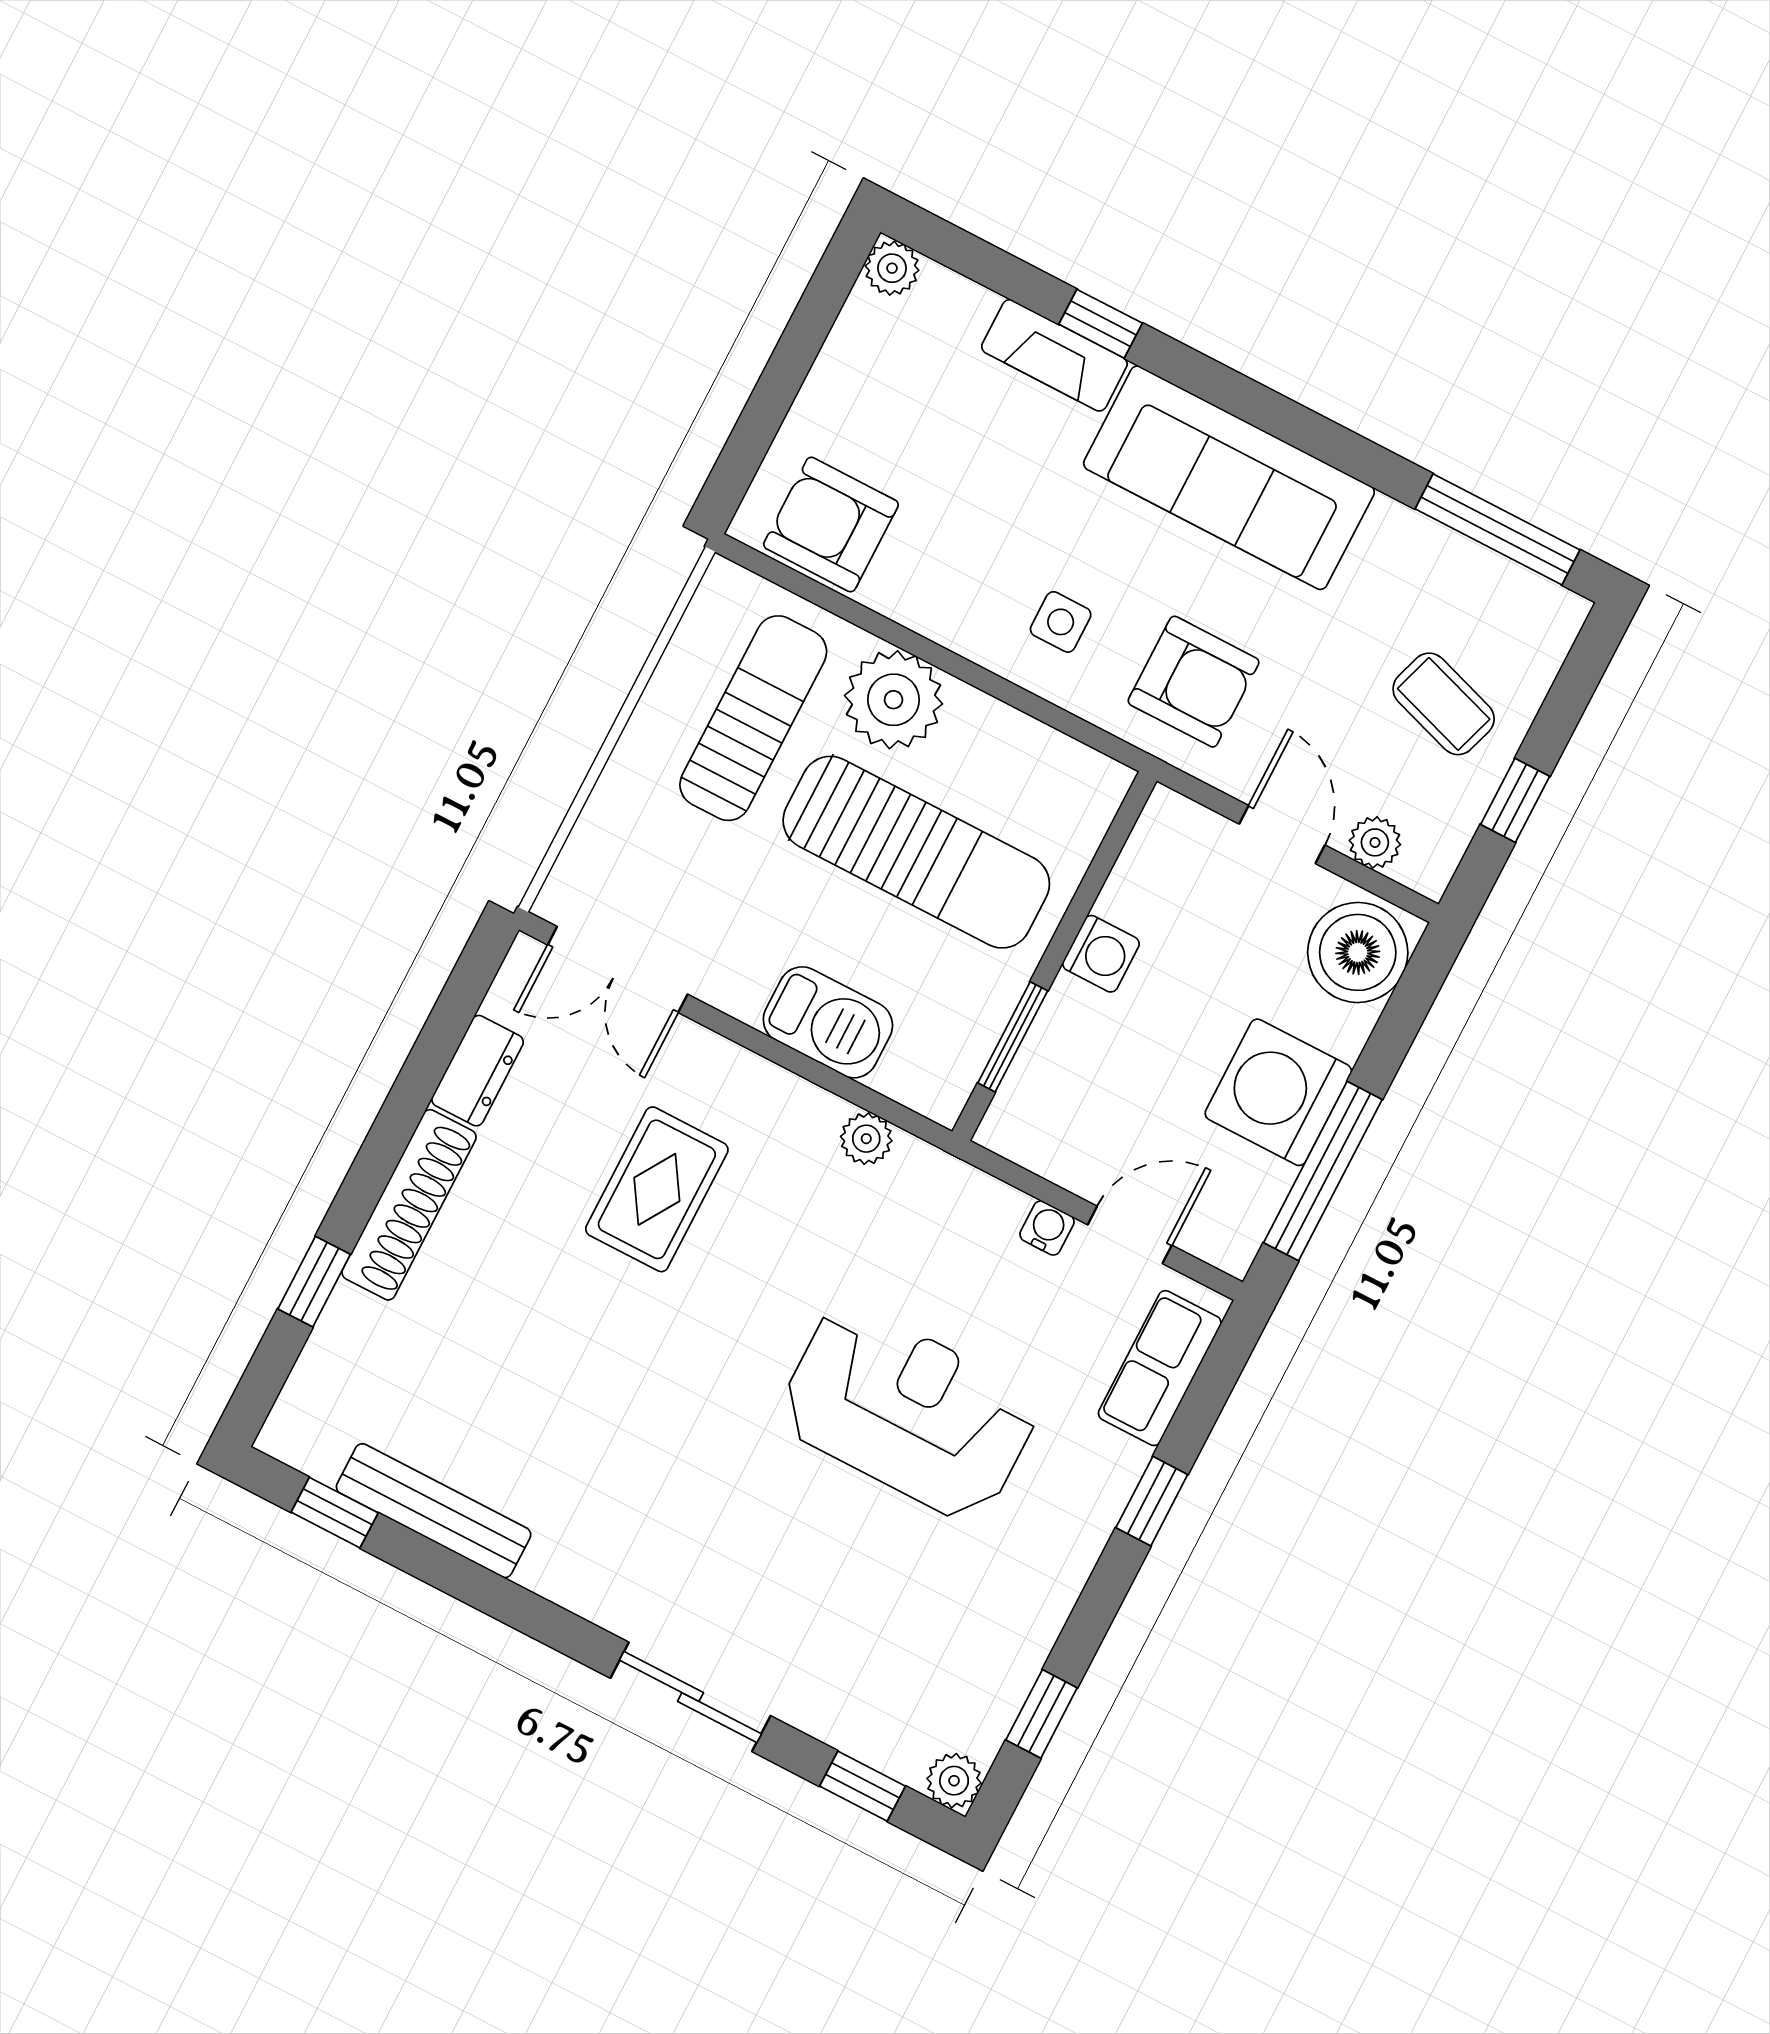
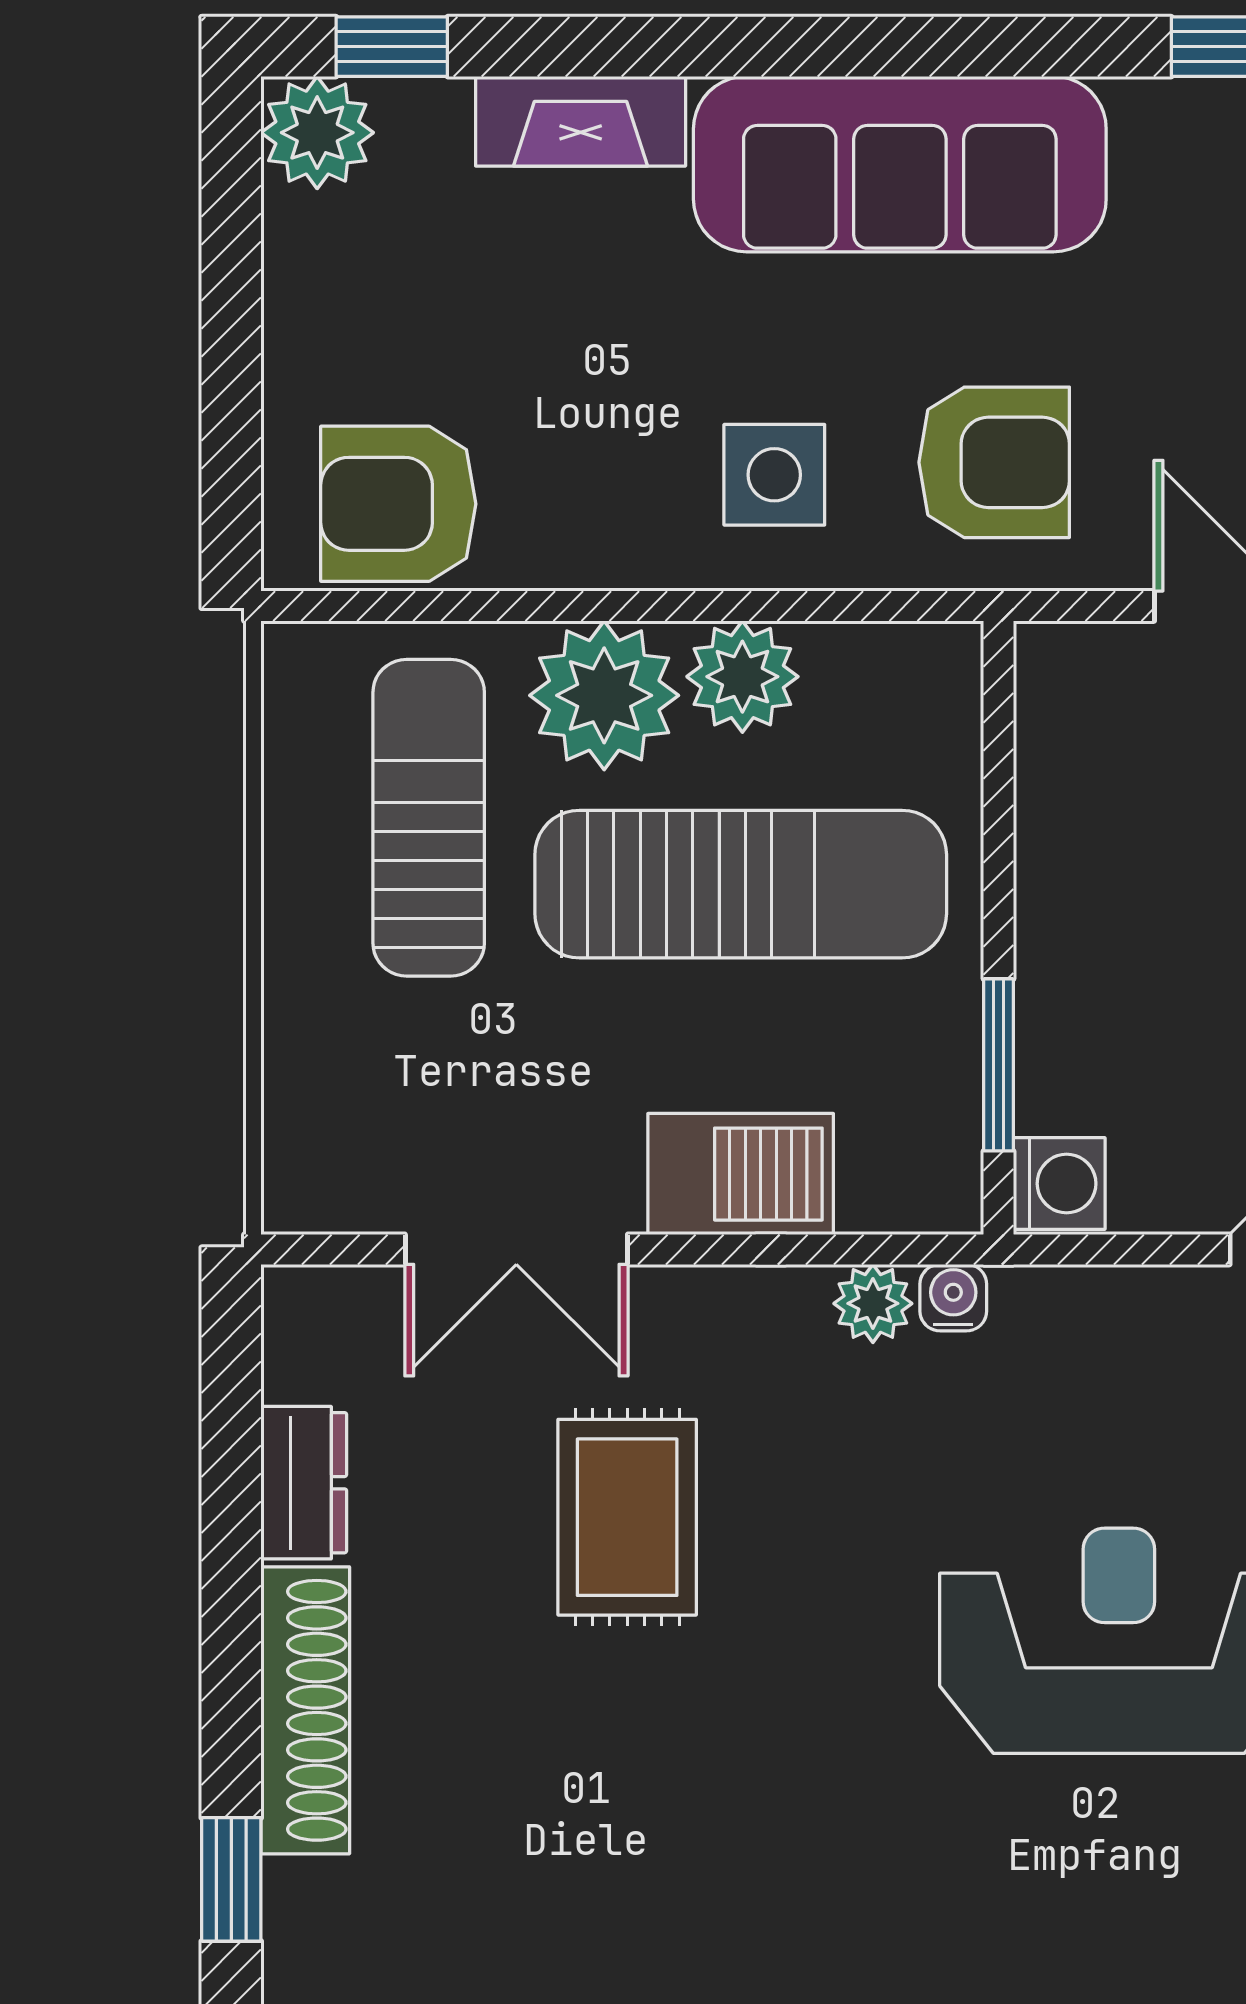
plant: (892, 268) -> (317, 133), width x1.38, depth x1.38
window: (1101, 324) -> (392, 47), moved
side table: (1061, 622) -> (774, 475), width x1.37, depth x1.37
plant: (980, 731) -> (742, 677), added
washing machine: (1101, 954) -> (1059, 1184), moved
double door: (618, 970) -> (516, 1249), moved
water cooler: (1047, 1228) -> (953, 1298), moved

